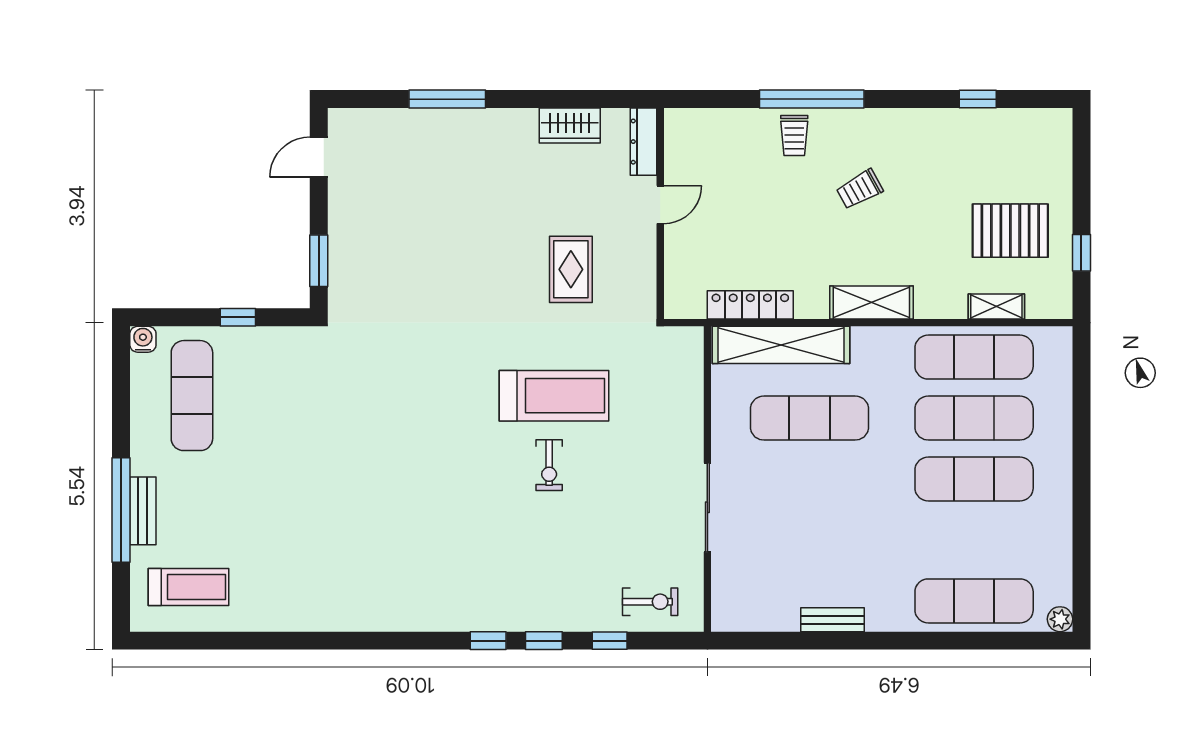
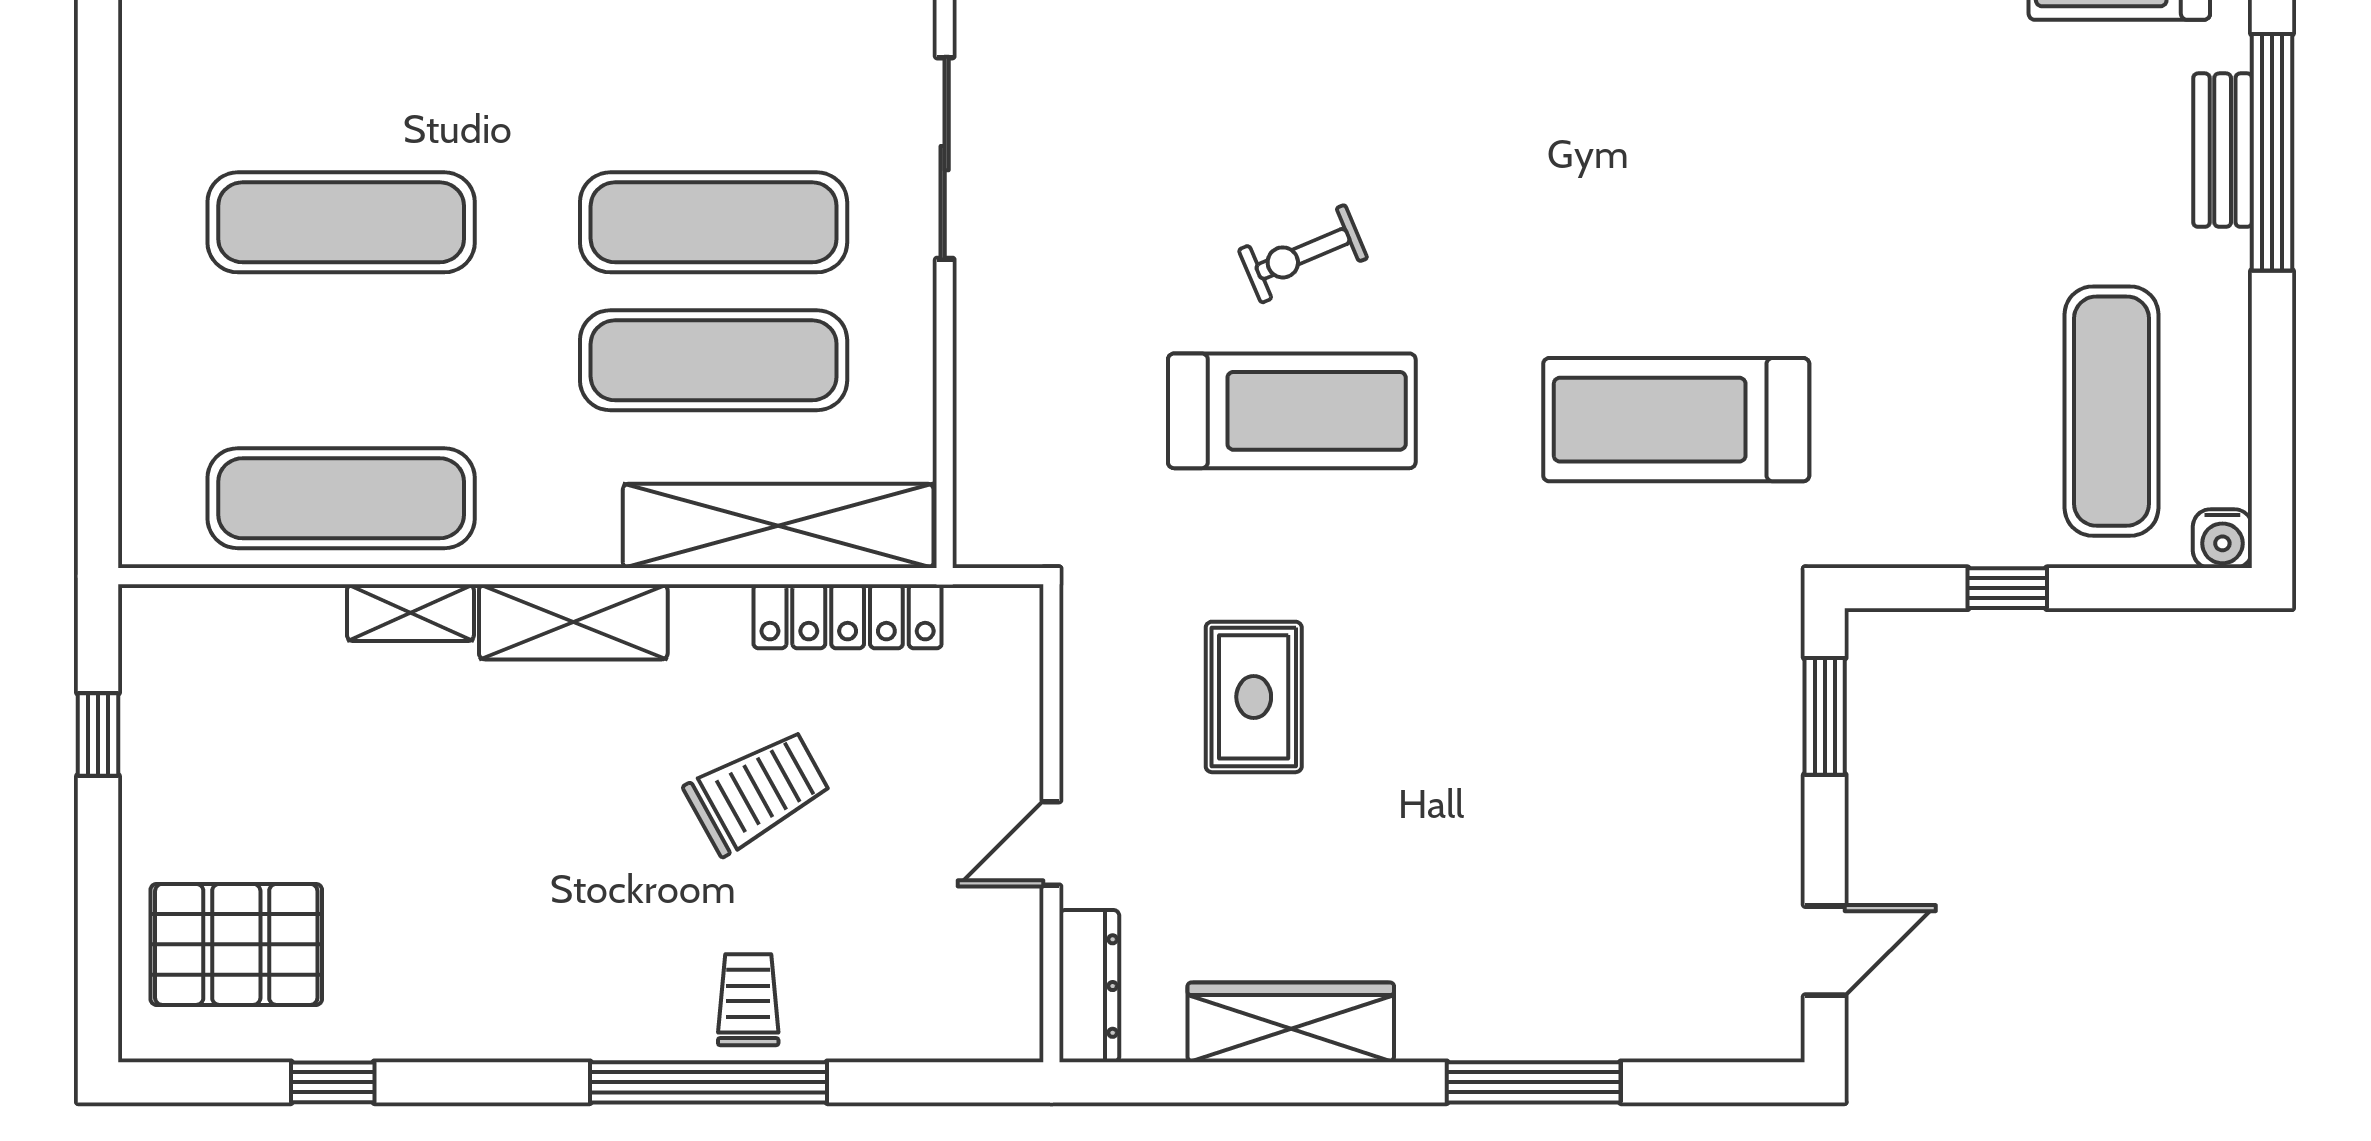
wardrobe: (570, 126) -> (1291, 1022), width x1.50
trolley: (860, 189) -> (757, 792), moved, width x1.36, depth x1.39
pallet: (1010, 231) -> (236, 944), moved
shelving: (996, 307) -> (410, 613), moved
treadmill: (384, 392) -> (1676, 420), added
treadmill: (554, 396) -> (1292, 411), turned 180
exercise mat: (974, 418) -> (714, 222), moved
exercise bike: (549, 465) -> (1303, 254), turned -113

